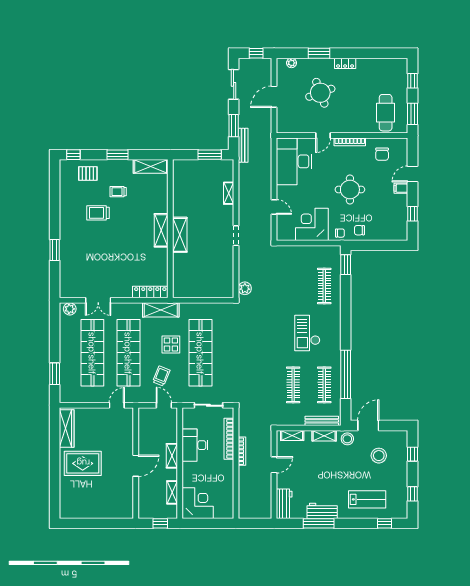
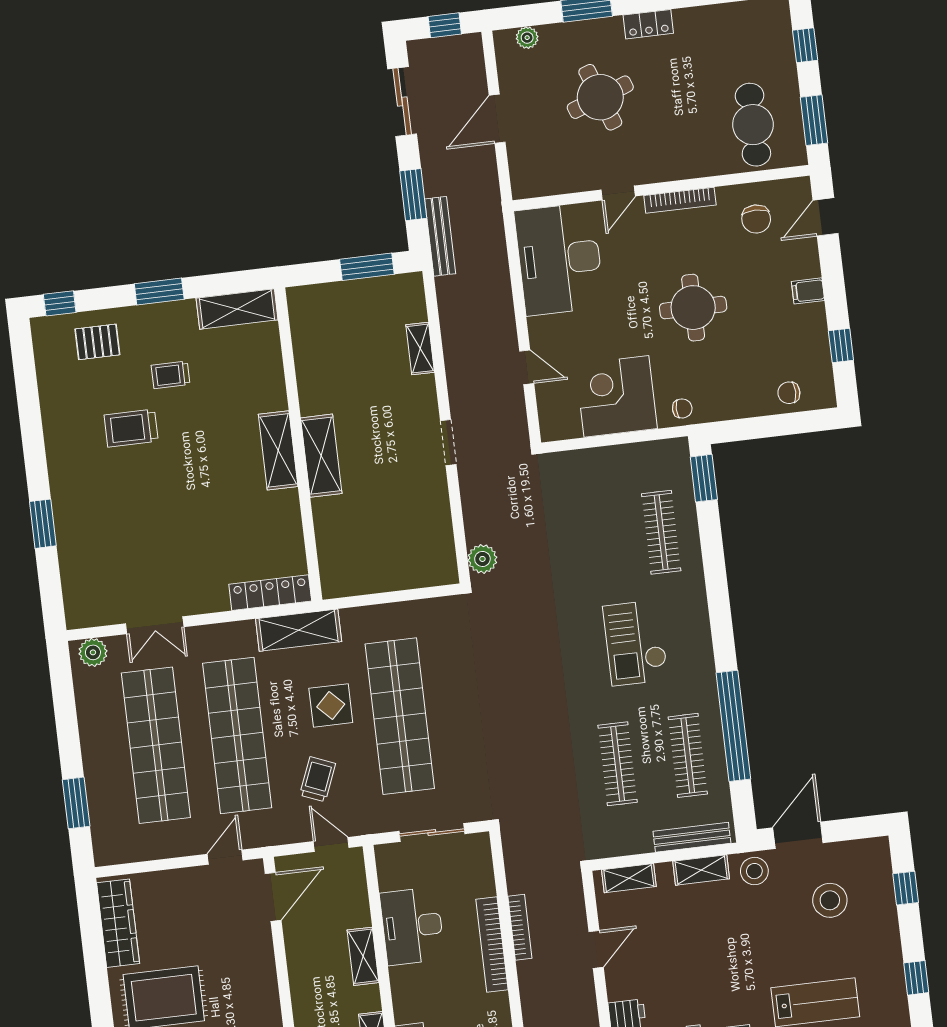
door: (413, 174) -> (826, 217), moved
chair: (359, 230) -> (789, 393), moved
bookcase: (229, 439) -> (492, 945), moved
door: (136, 466) -> (273, 897), moved

